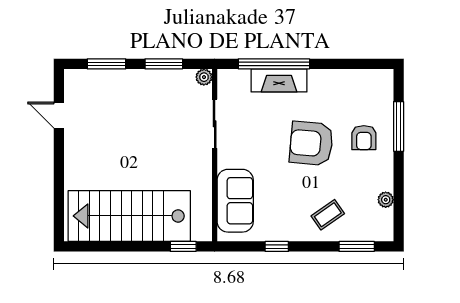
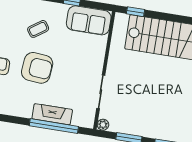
sofa: (235, 201) -> (89, 20), moved, turned -90
coffee table: (328, 215) -> (38, 29), moved

